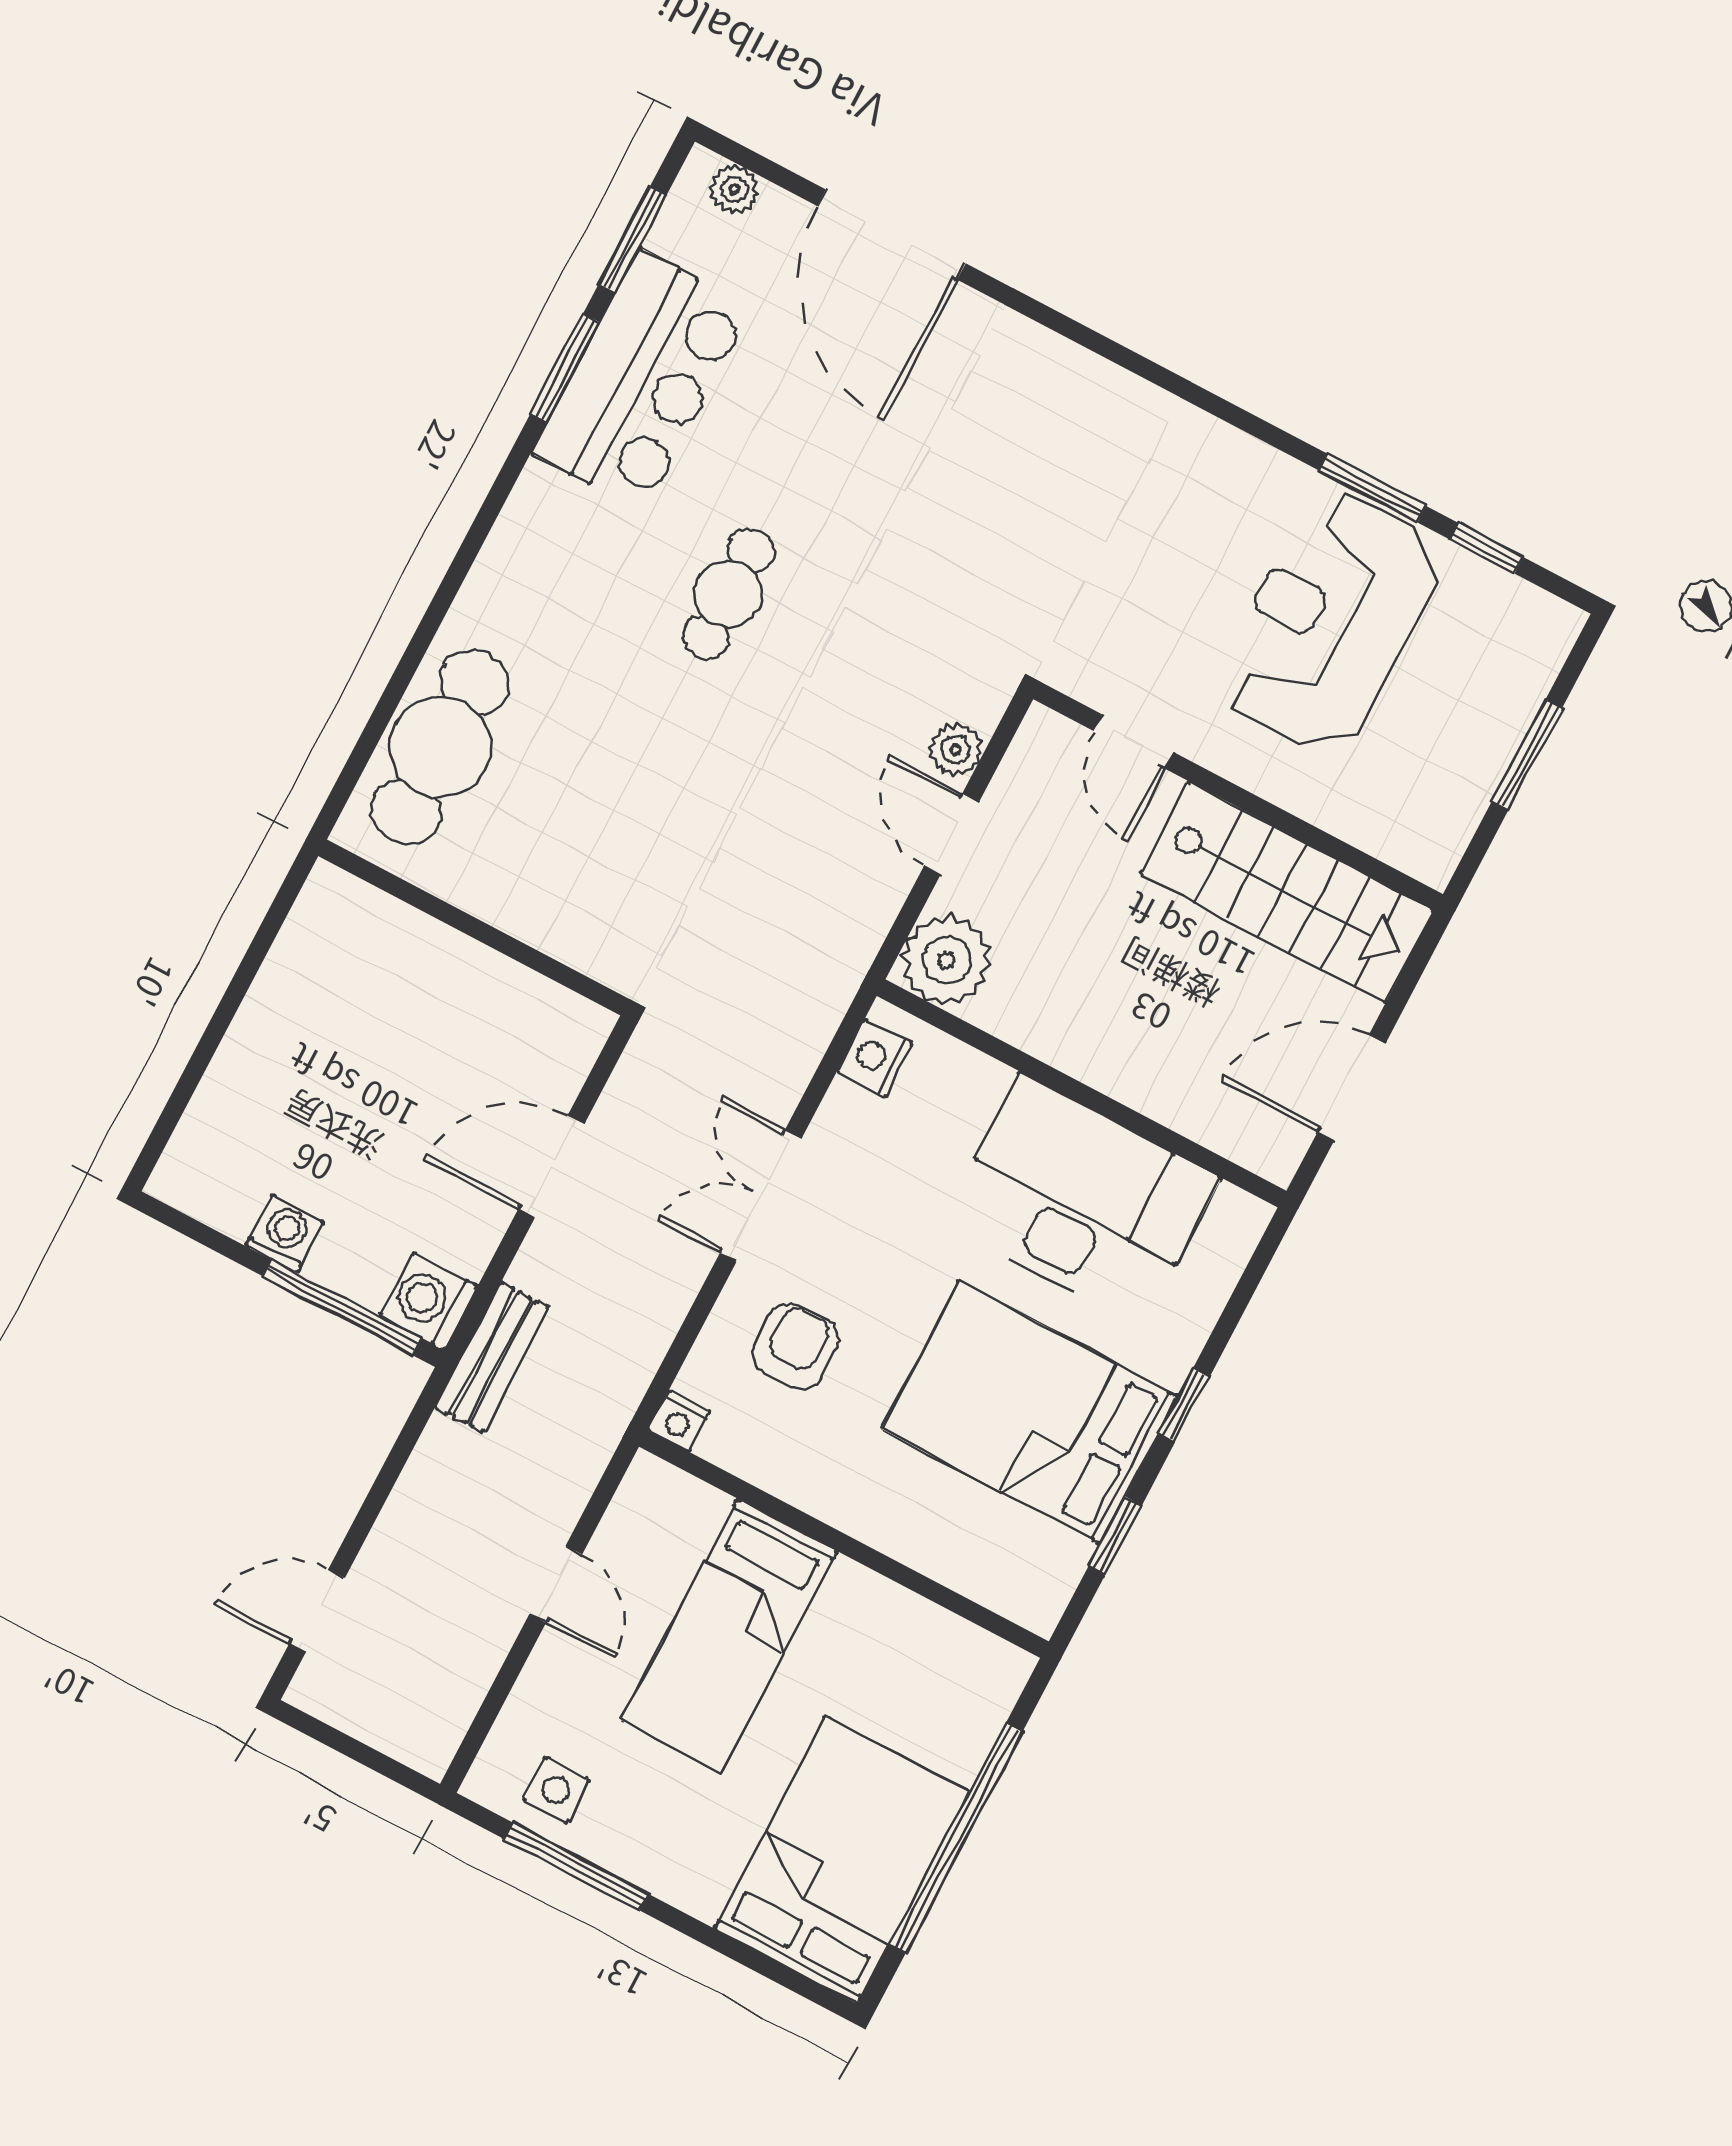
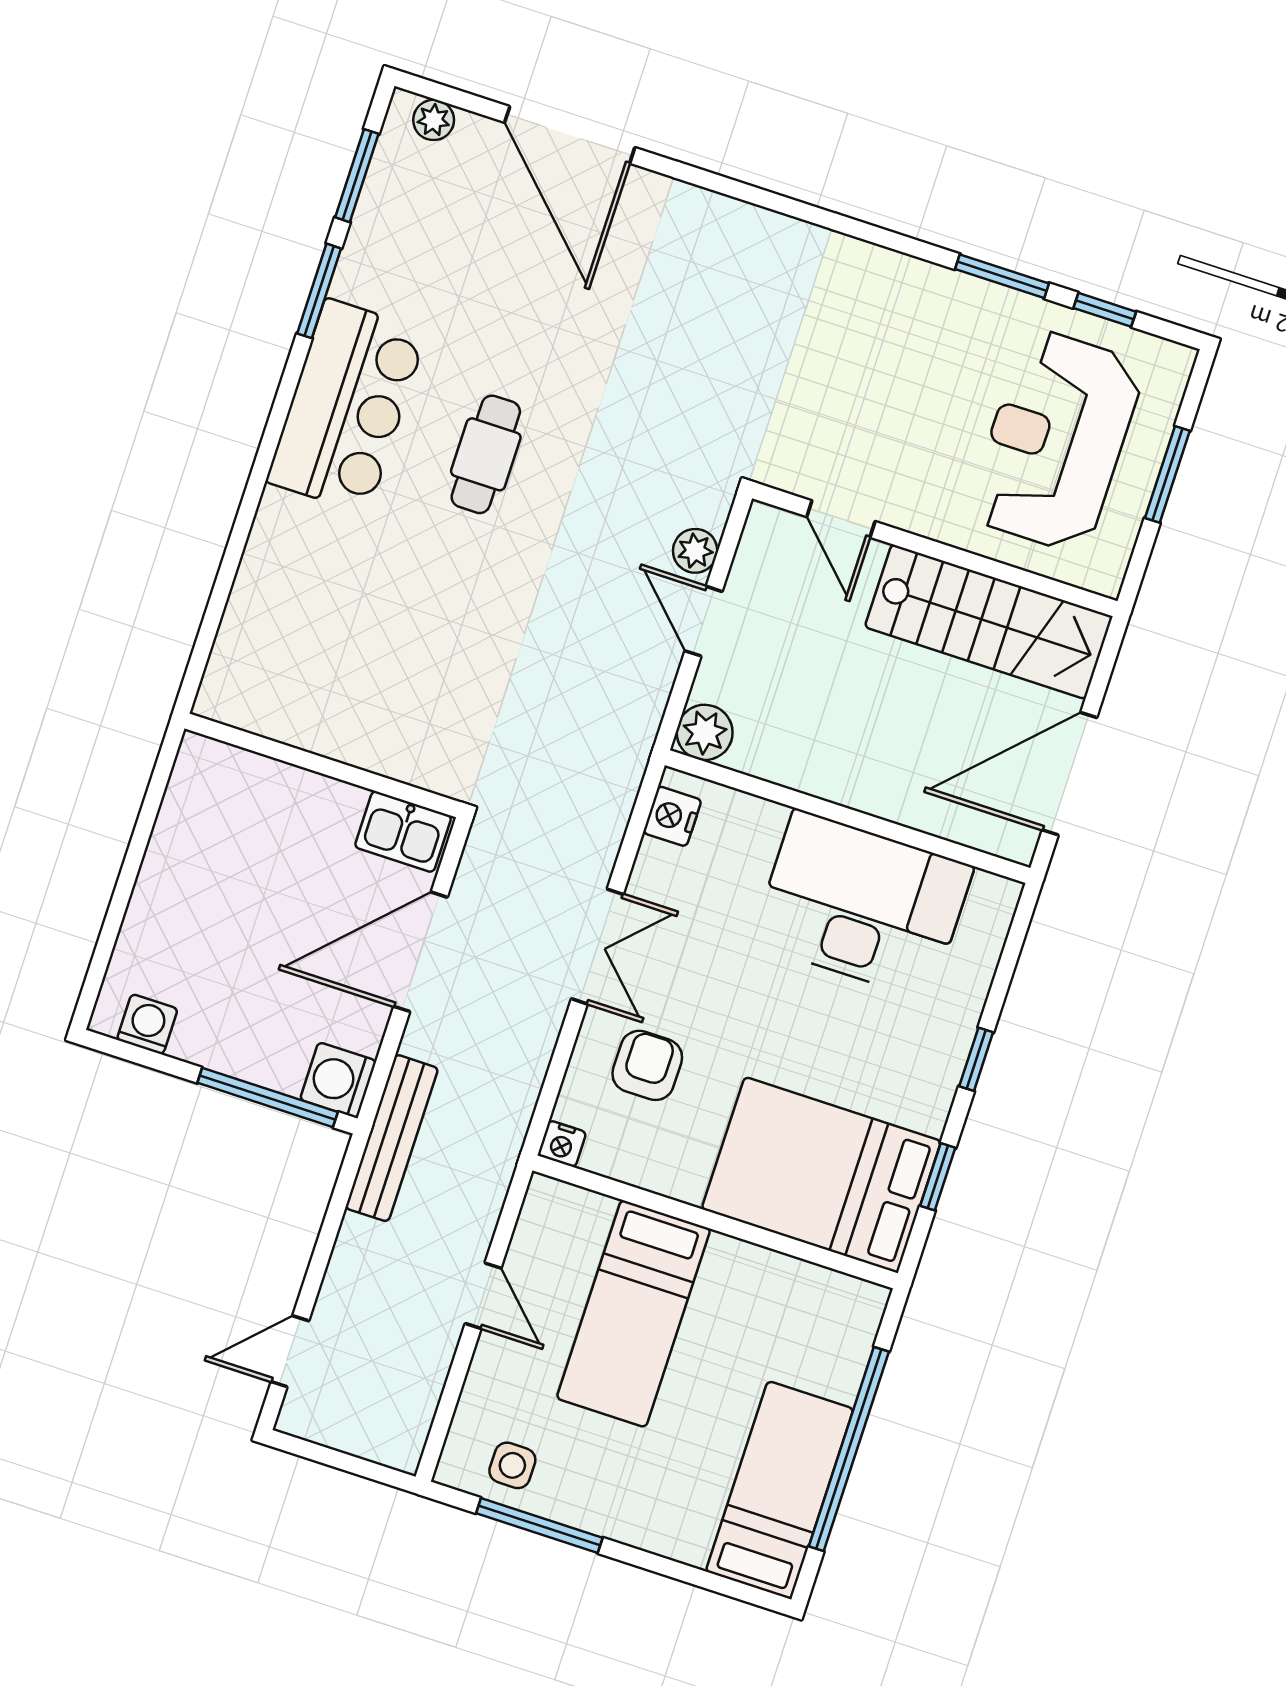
bar counter: (642, 380) -> (347, 406), moved
reception desk: (1329, 622) -> (1056, 441), moved
cafe table: (440, 747) -> (270, 621), removed
plant: (946, 960) -> (705, 732), width x0.73, depth x0.73
kitchen sink: (555, 1021) -> (403, 832), added
door: (1352, 1088) -> (1069, 774), width x1.36
door: (551, 1167) -> (420, 952), width x1.36
double door: (761, 1196) -> (597, 946), swing flipped
washing machine: (284, 1234) -> (147, 1024), moved
bench: (492, 1357) -> (392, 1138), width x1.36
bed: (1030, 1413) -> (821, 1175), moved
bed: (842, 1860) -> (780, 1490), width x0.67

